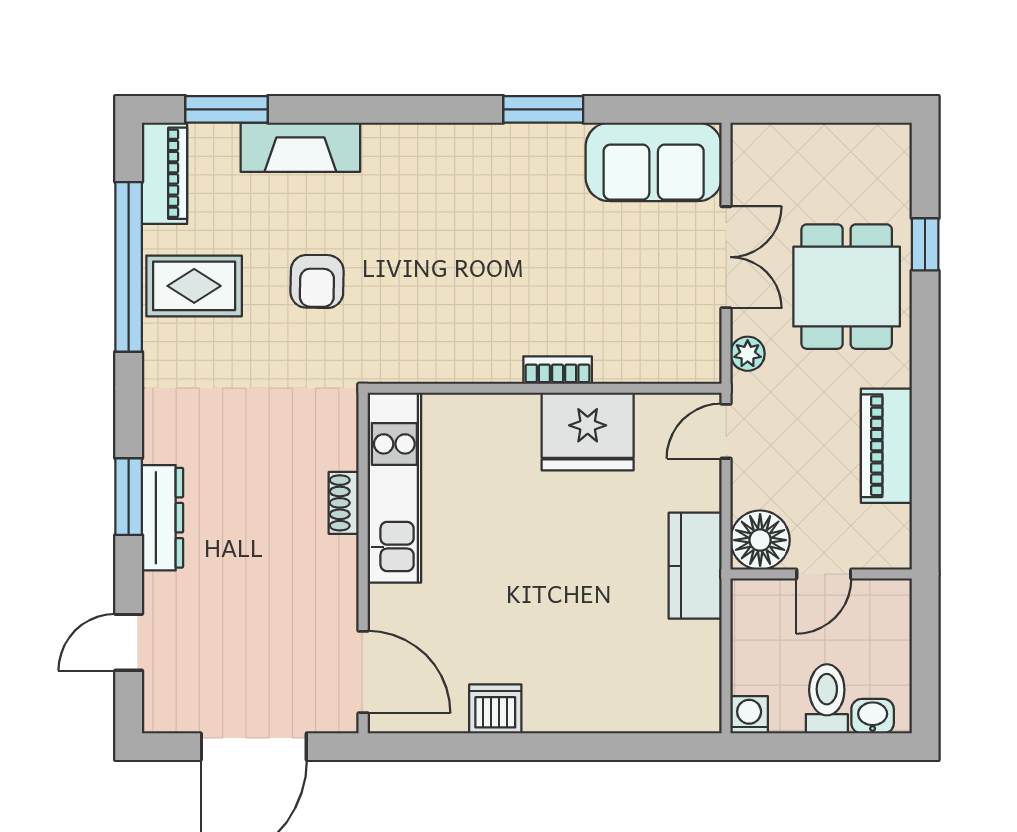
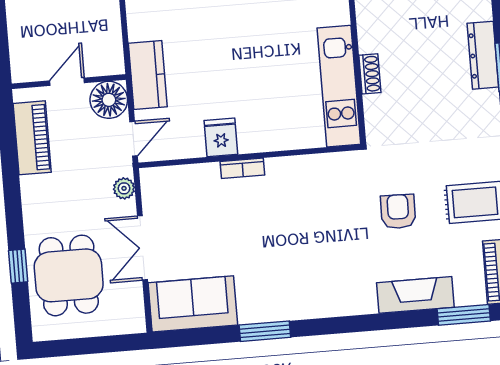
dining table: (847, 287) -> (69, 275), moved
fridge: (588, 431) -> (221, 137), width x0.53, depth x0.75
floor lamp: (760, 540) -> (109, 100), moved
kitchen counter: (695, 566) -> (148, 75), moved
wall: (821, 574) -> (69, 82), moved
door: (824, 574) -> (67, 82), moved

